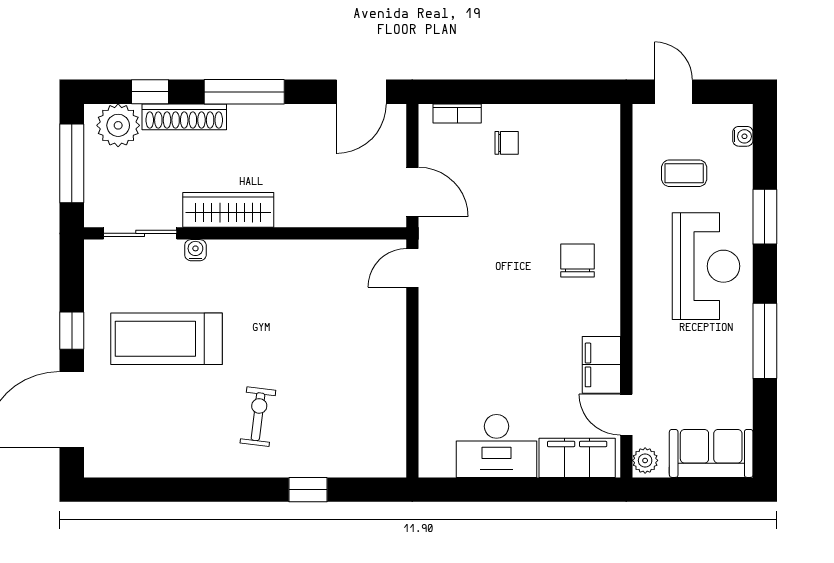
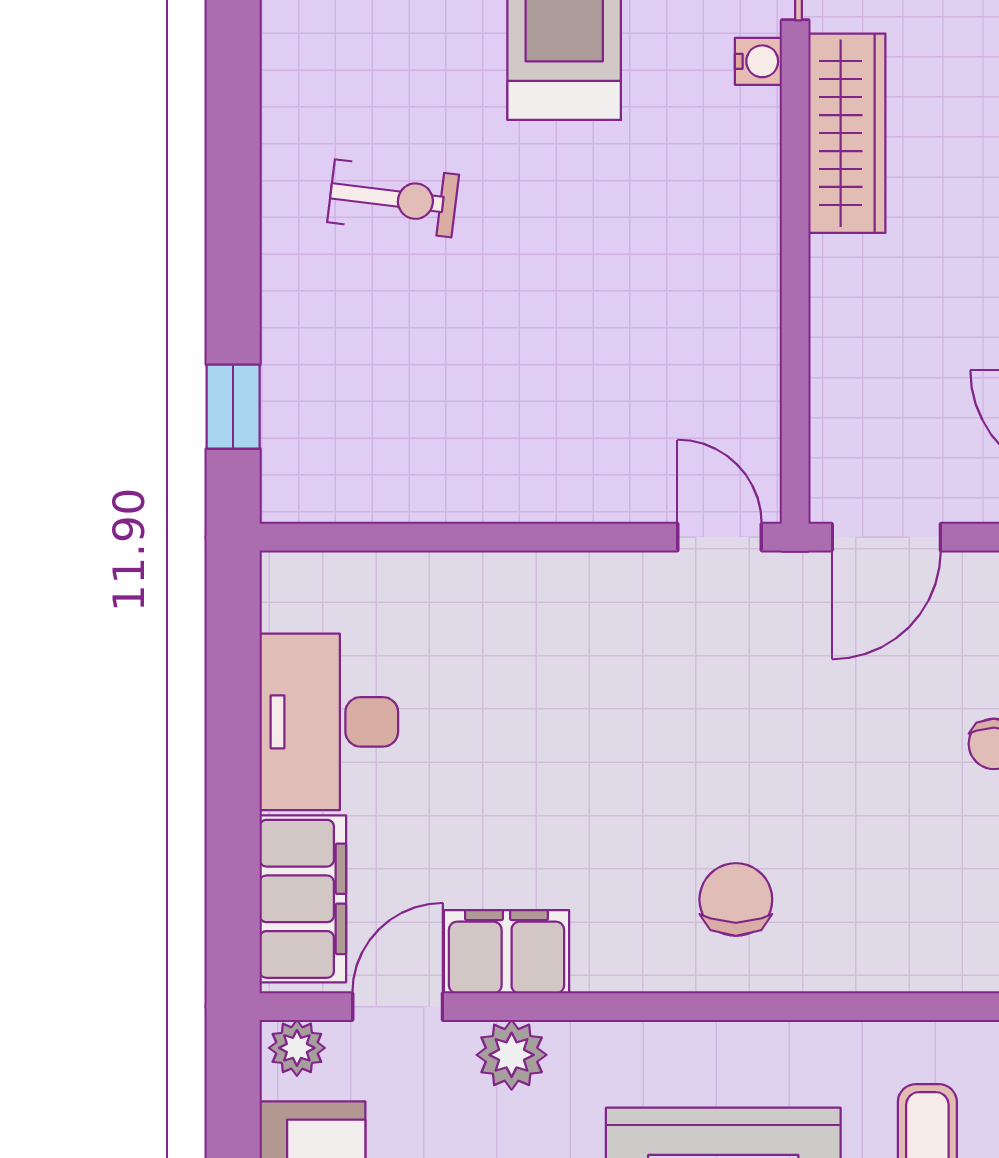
chair: (577, 260) -> (736, 900), turned -90
plant: (648, 363) -> (512, 1055), added
window: (308, 490) -> (233, 407), moved

